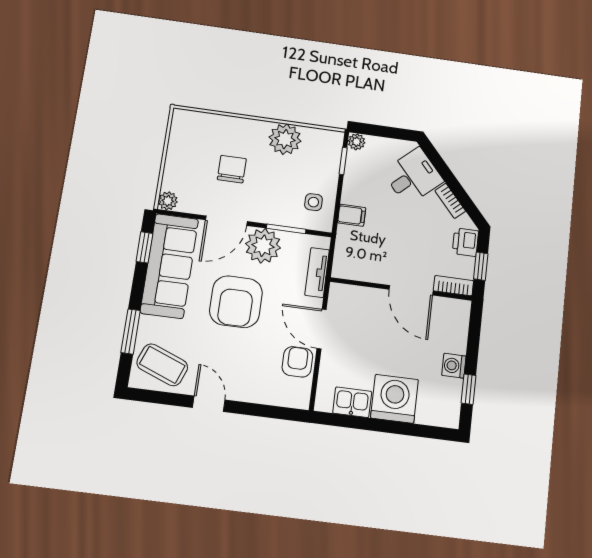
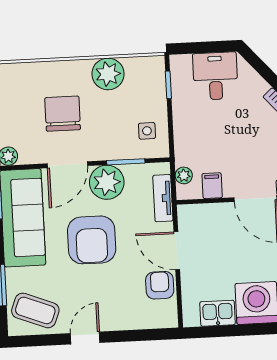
plant: (357, 142) -> (184, 175), moved
chair: (232, 169) -> (63, 114), width x1.37, depth x1.37
desk: (413, 176) -> (215, 76), moved, turned -48
filing cabinet: (352, 215) -> (212, 186), moved, turned -90
door: (209, 404) -> (85, 338), hinge flipped

